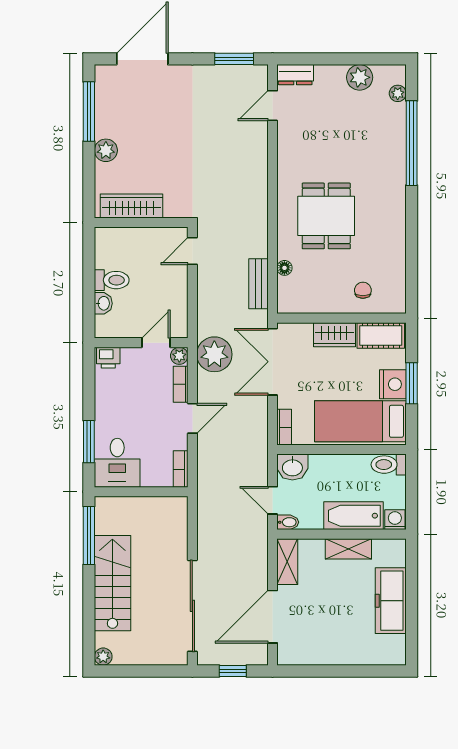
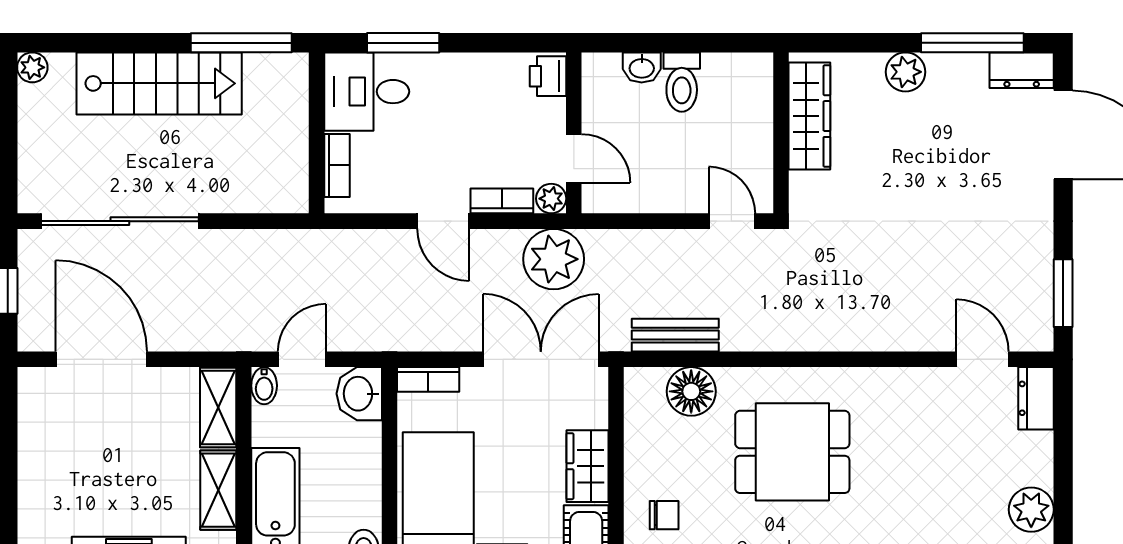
dresser: (105, 83) -> (1022, 70), added
floor lamp: (284, 268) -> (691, 391), width x1.89, depth x1.89
bookcase: (181, 469) -> (337, 165), moved, turned 90
shelving: (287, 562) -> (218, 408), moved, turned 90

